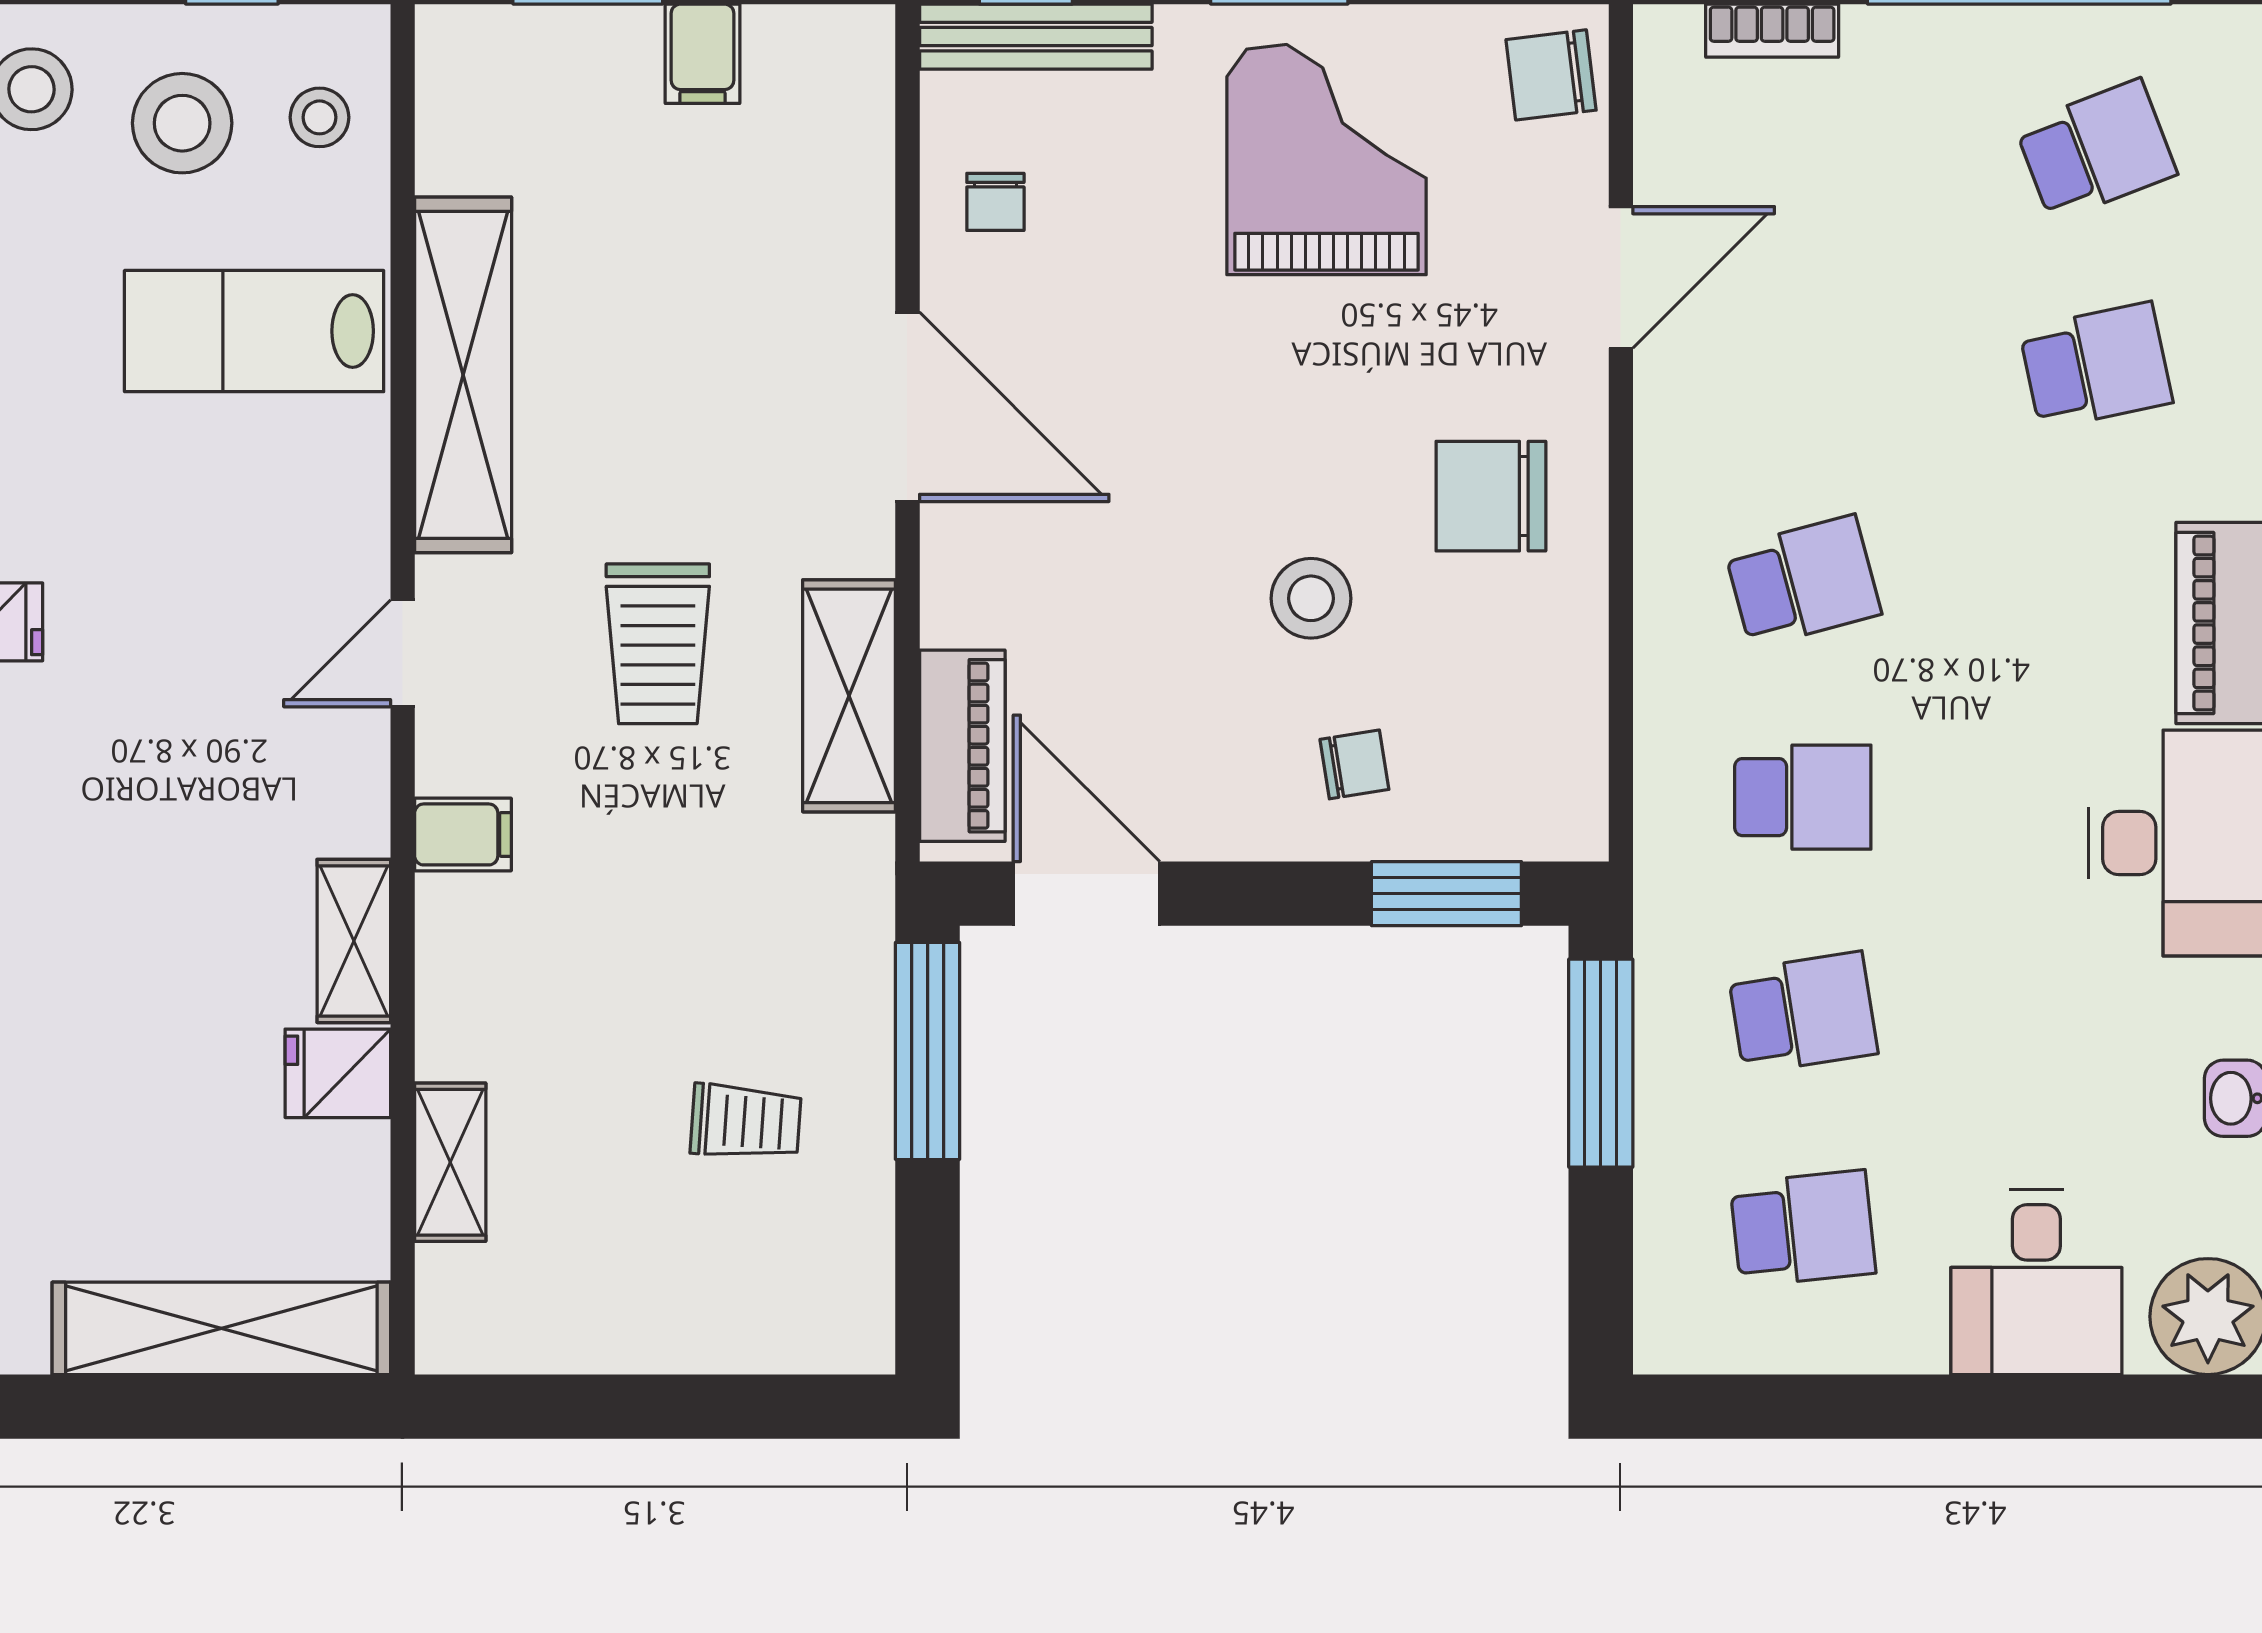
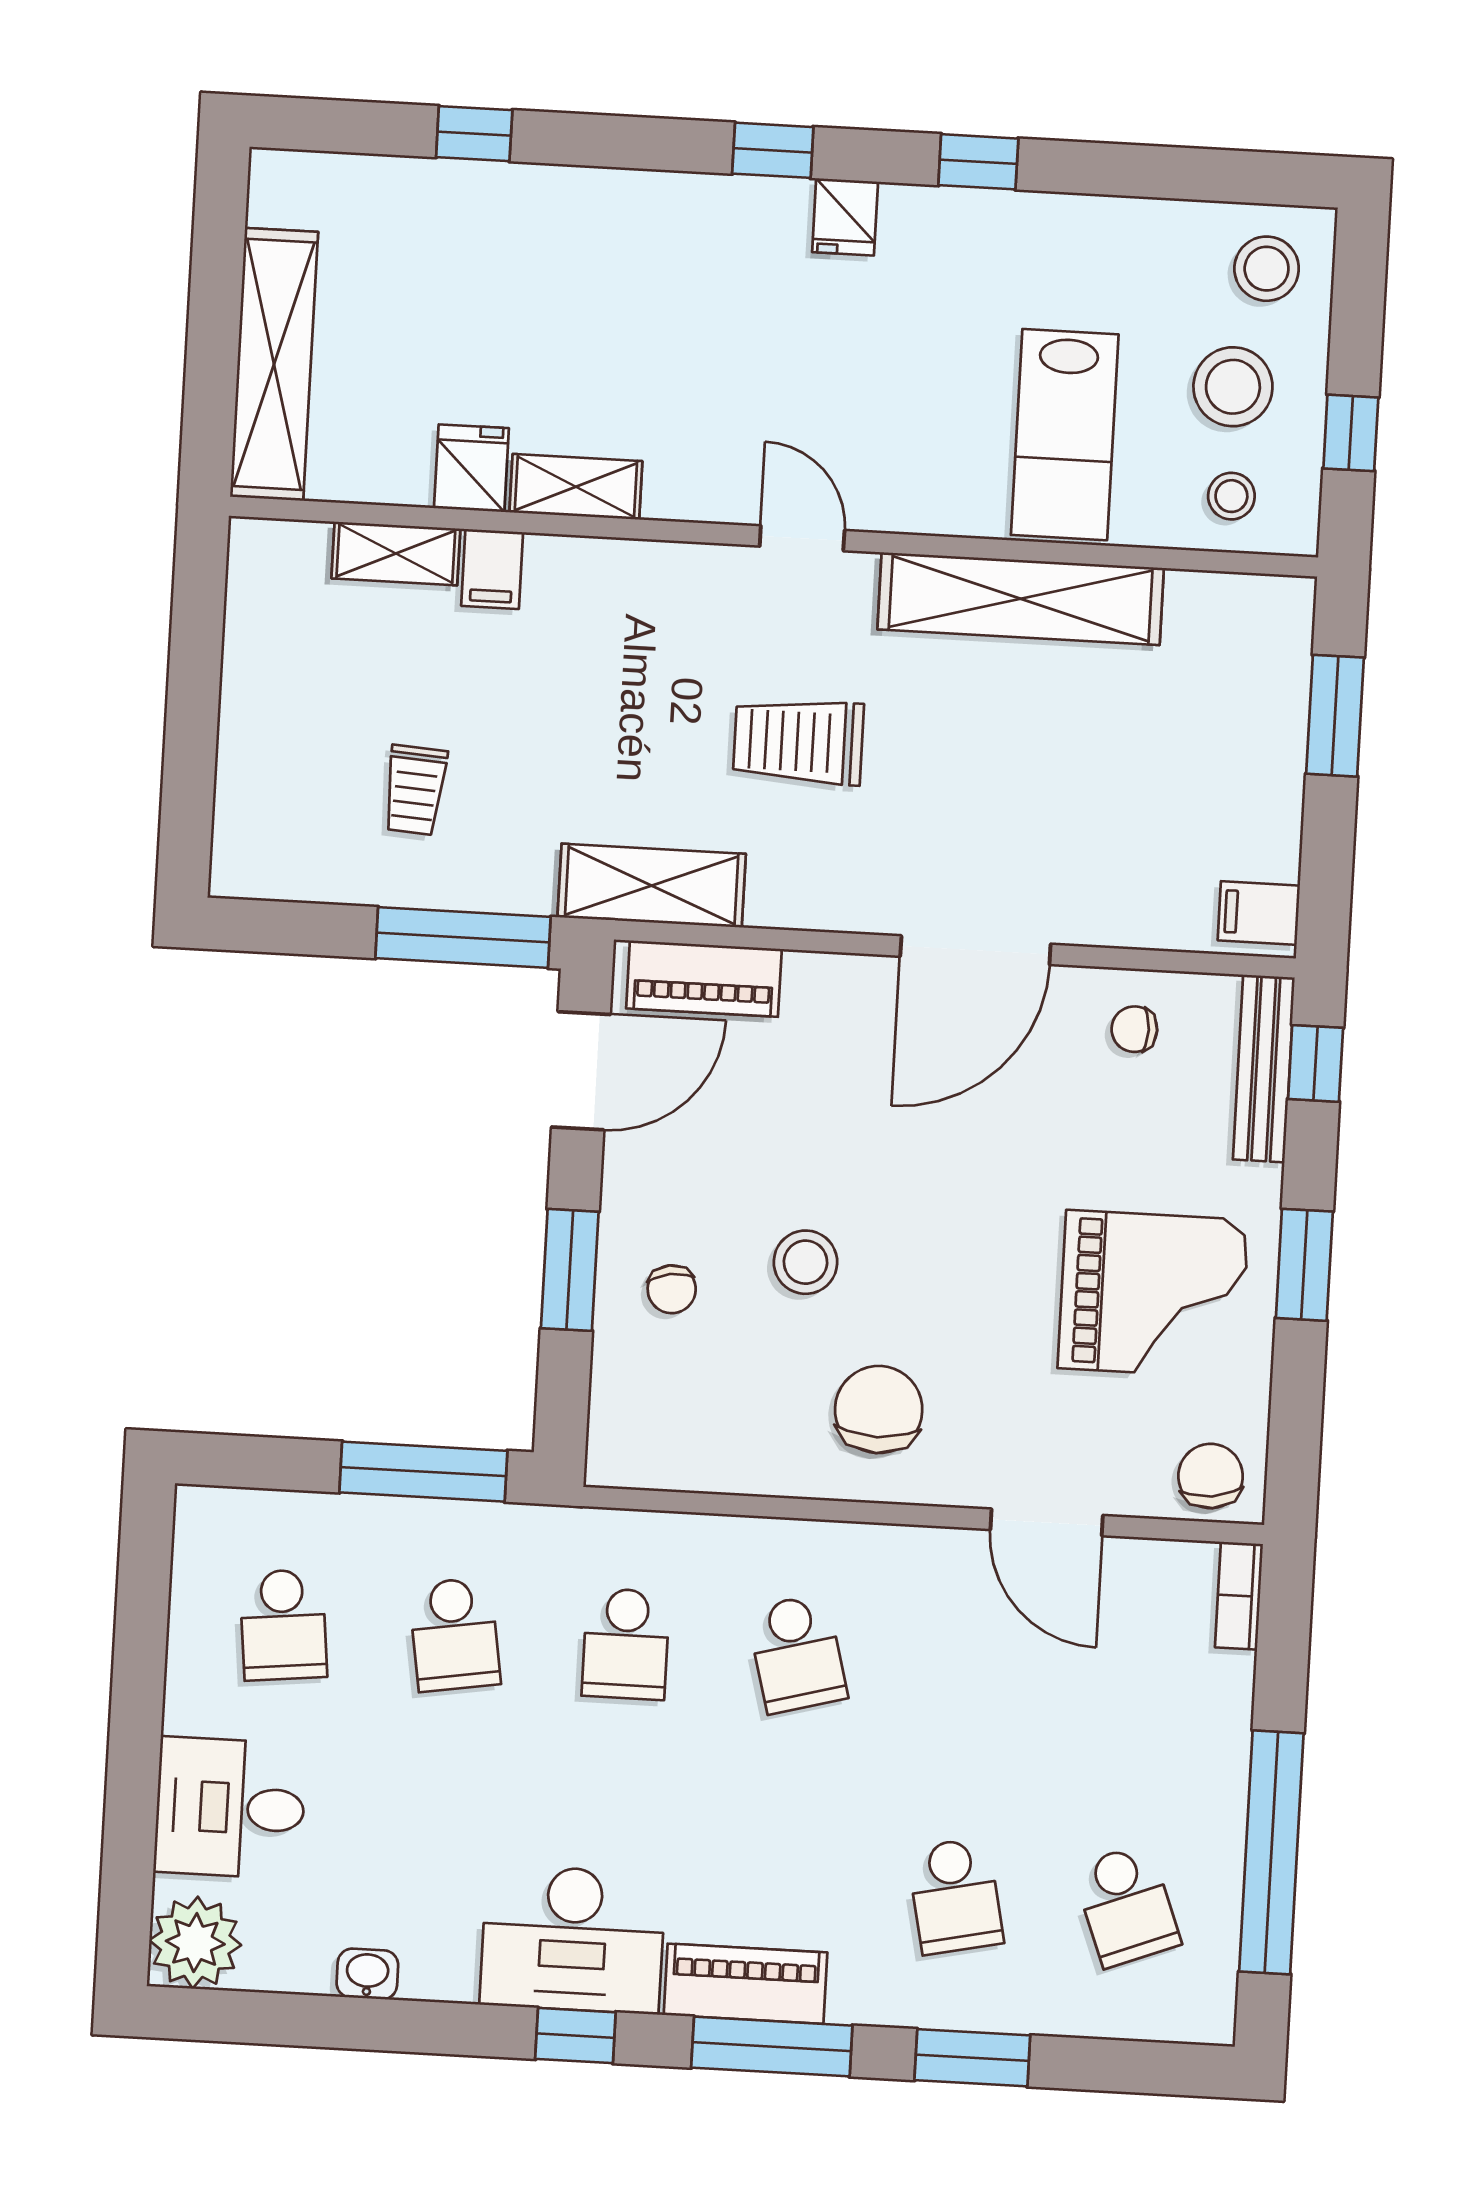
bookcase: (1772, 31) -> (1239, 1596), moved
filing cabinet: (703, 54) -> (1259, 913), moved
lab bench: (254, 331) -> (1065, 435), turned 180
shelving: (849, 696) -> (652, 886), moved
filing cabinet: (463, 834) -> (492, 569), moved
window: (1446, 894) -> (570, 1270), moved

